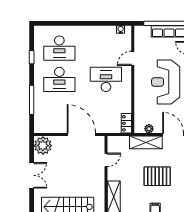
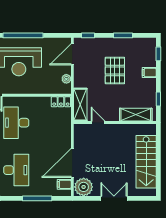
filing cabinet: (45, 127) -> (64, 184), added
door: (81, 135) -> (72, 163), moved
shelving: (146, 142) -> (80, 105), moved

